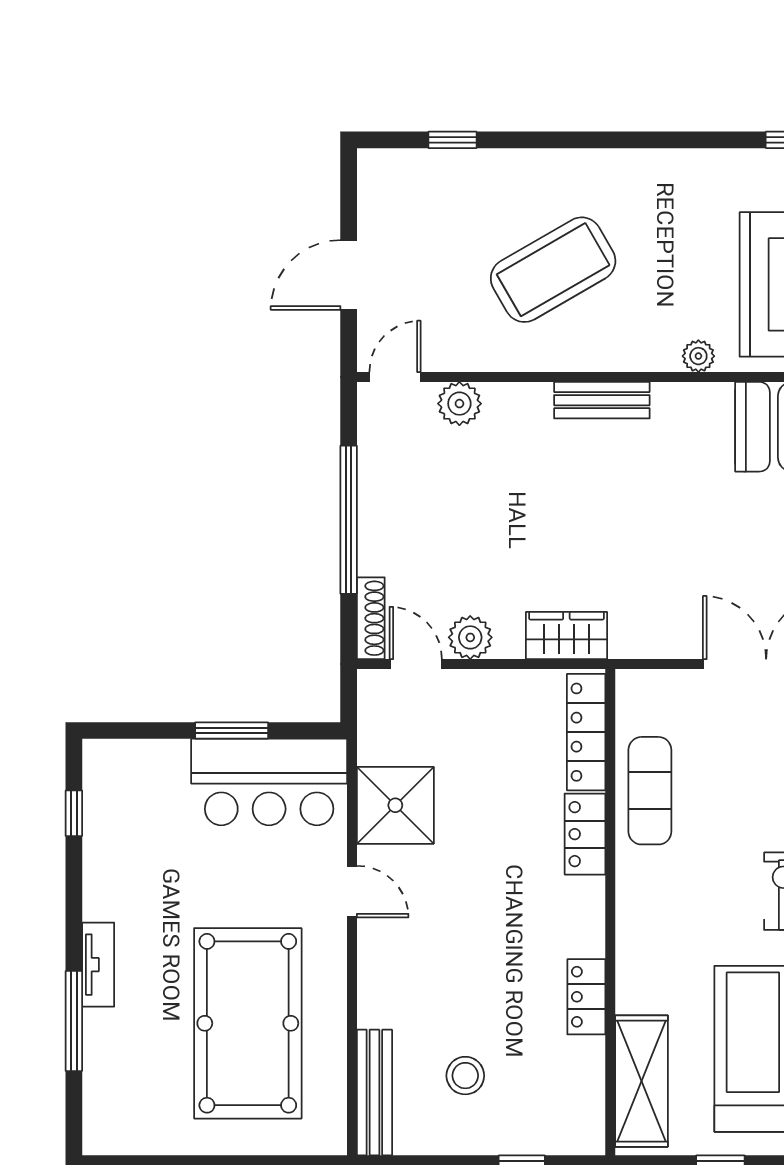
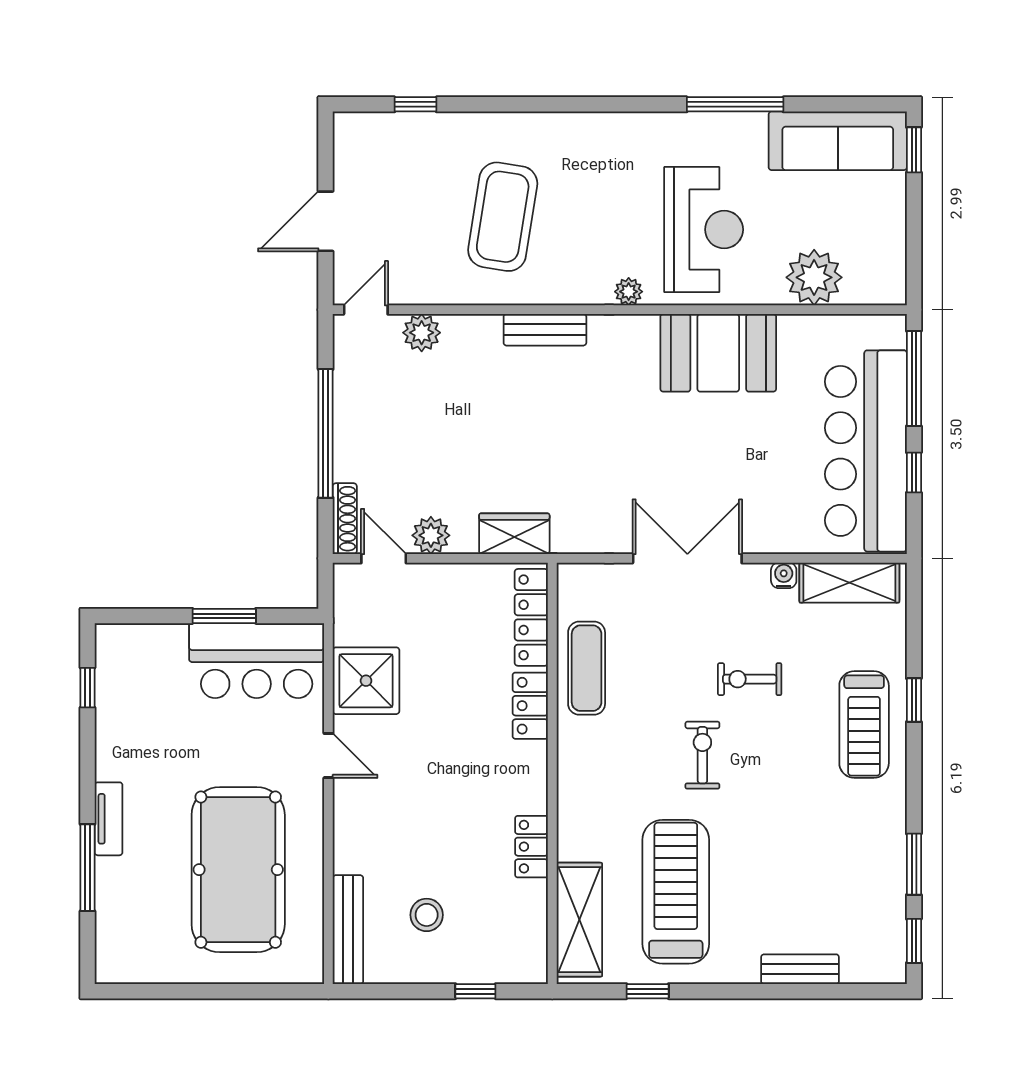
coffee table: (553, 270) -> (503, 217), turned -51

